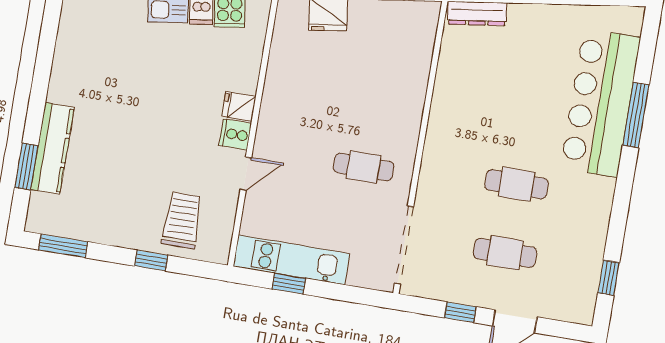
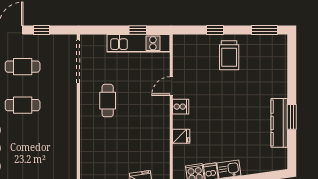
fridge: (239, 106) -> (181, 136), moved
kitchen counter: (52, 148) -> (279, 123), moved
window: (26, 167) -> (292, 117), moved
cafe table: (364, 167) -> (108, 101), turned 90
trolley: (182, 220) -> (229, 55), moved

